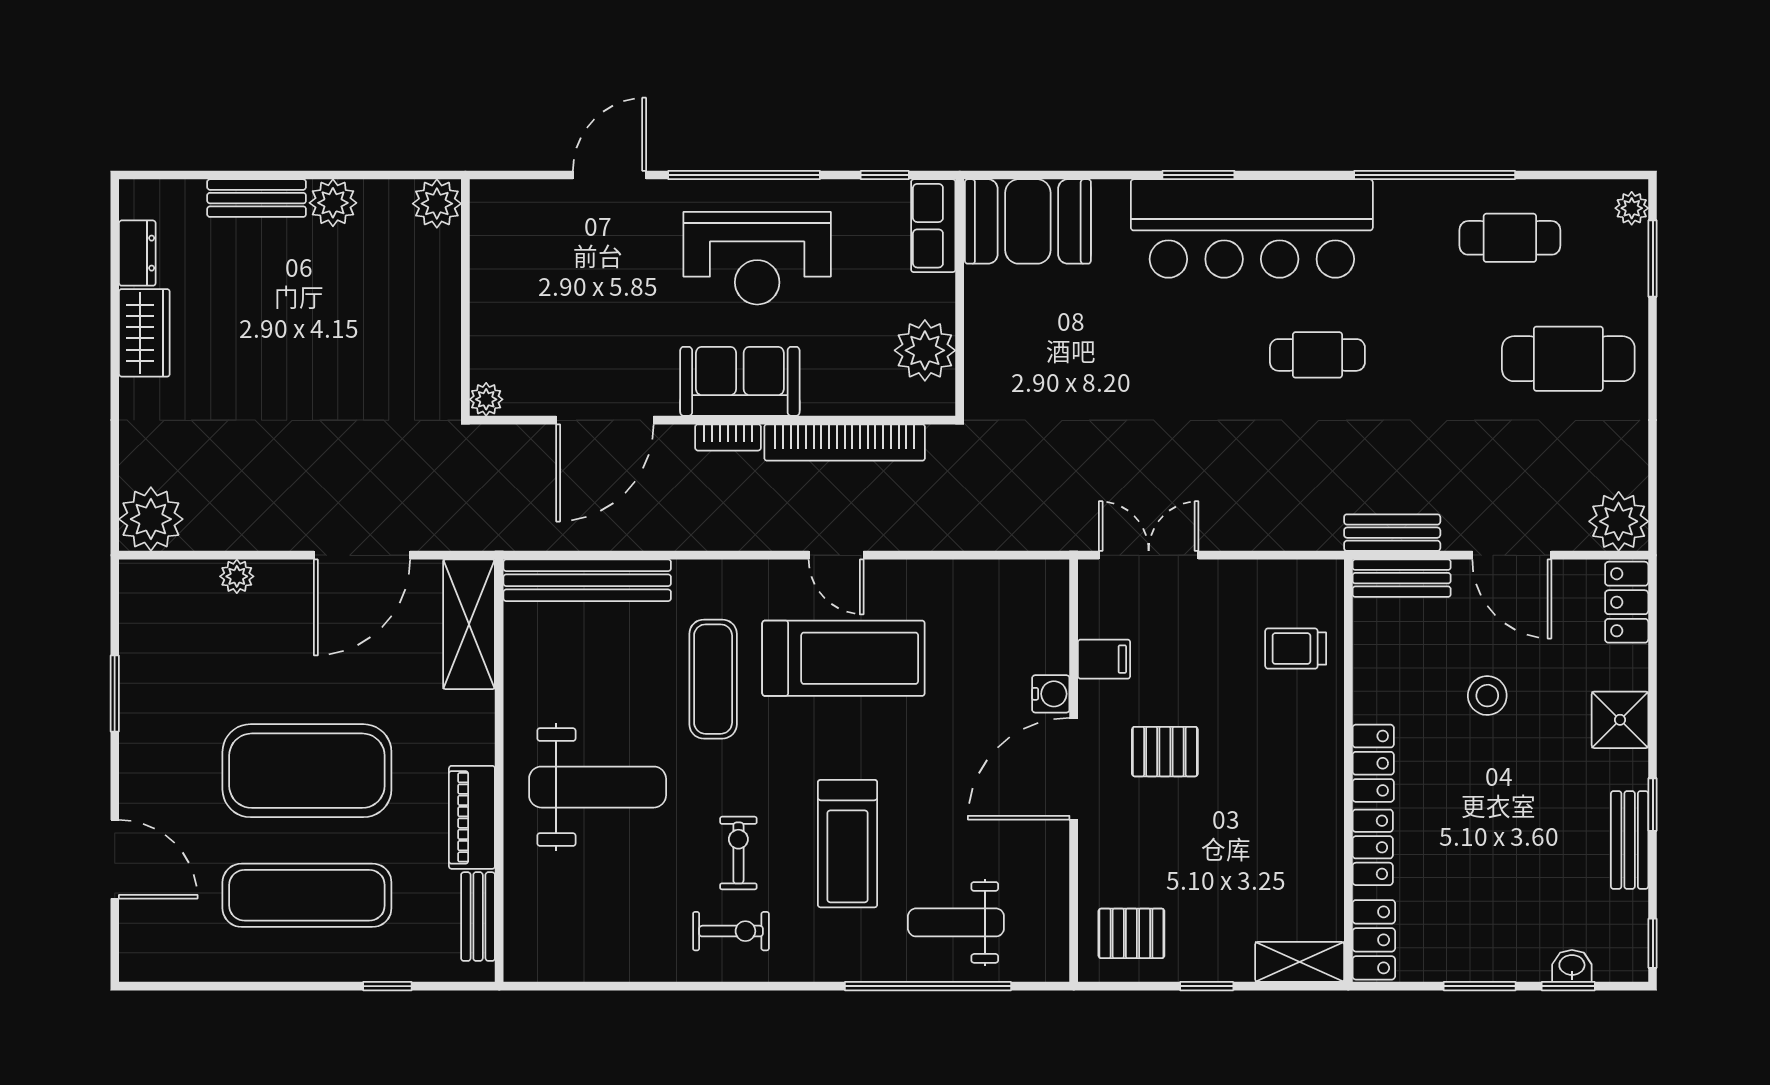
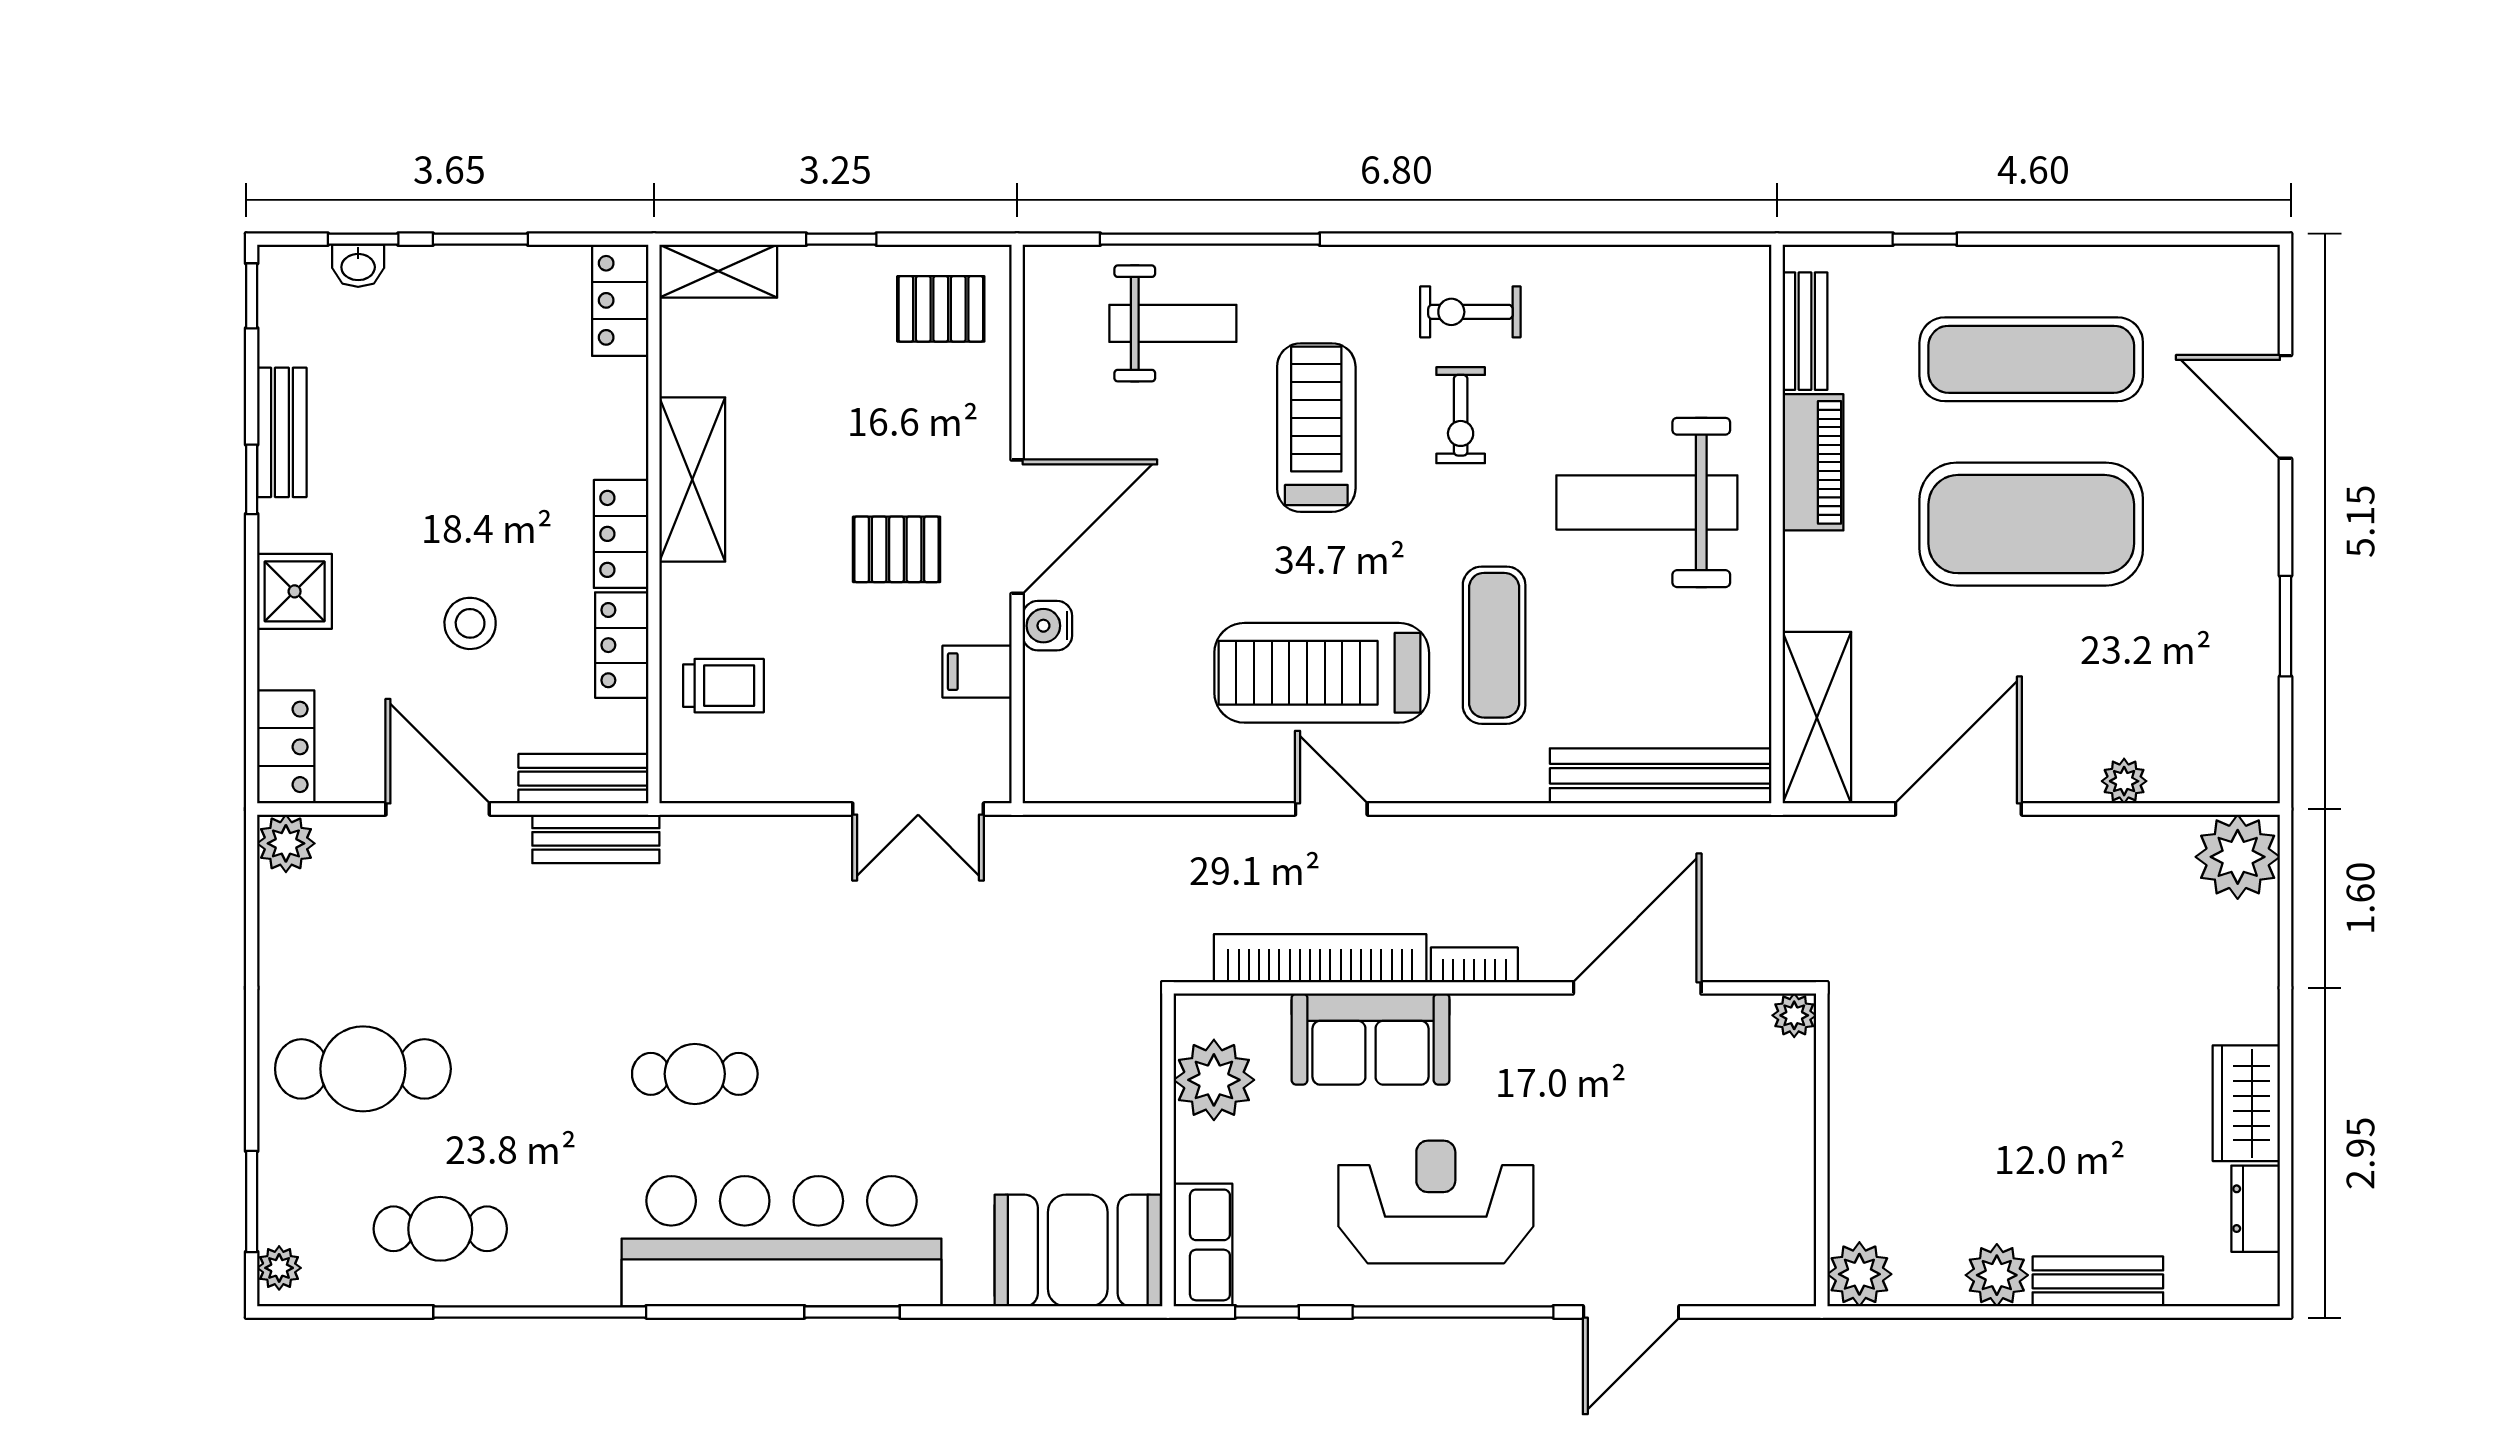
sofa: (740, 381) -> (1371, 1039), moved
plant: (1619, 521) -> (286, 843), width x0.73, depth x0.73
shelving: (1319, 804) -> (692, 479), added
locker: (1373, 847) -> (622, 645), moved

